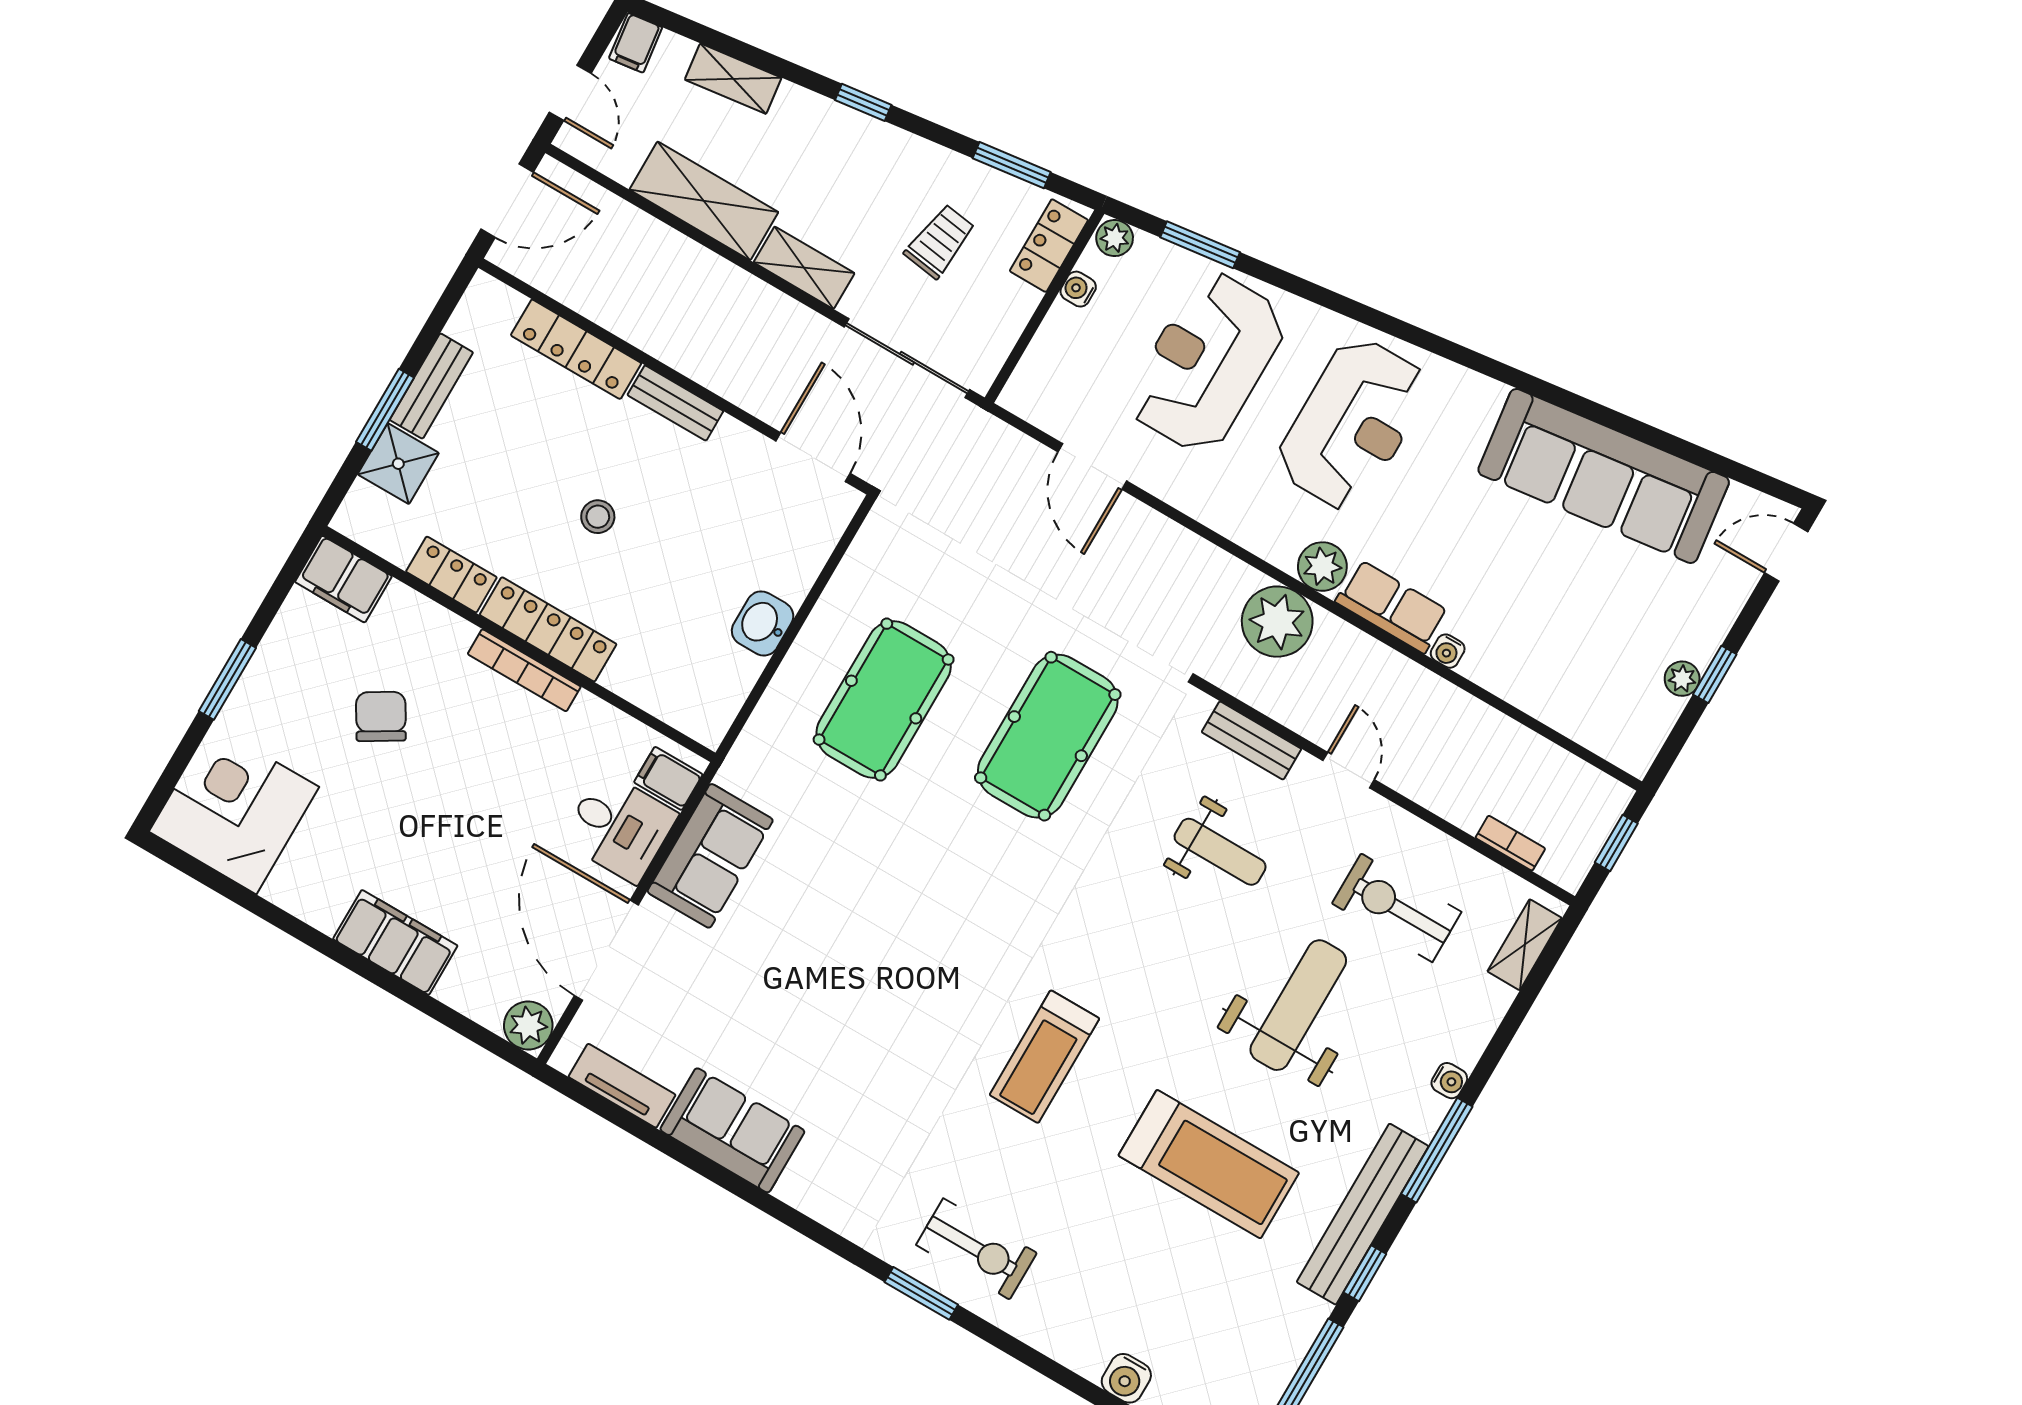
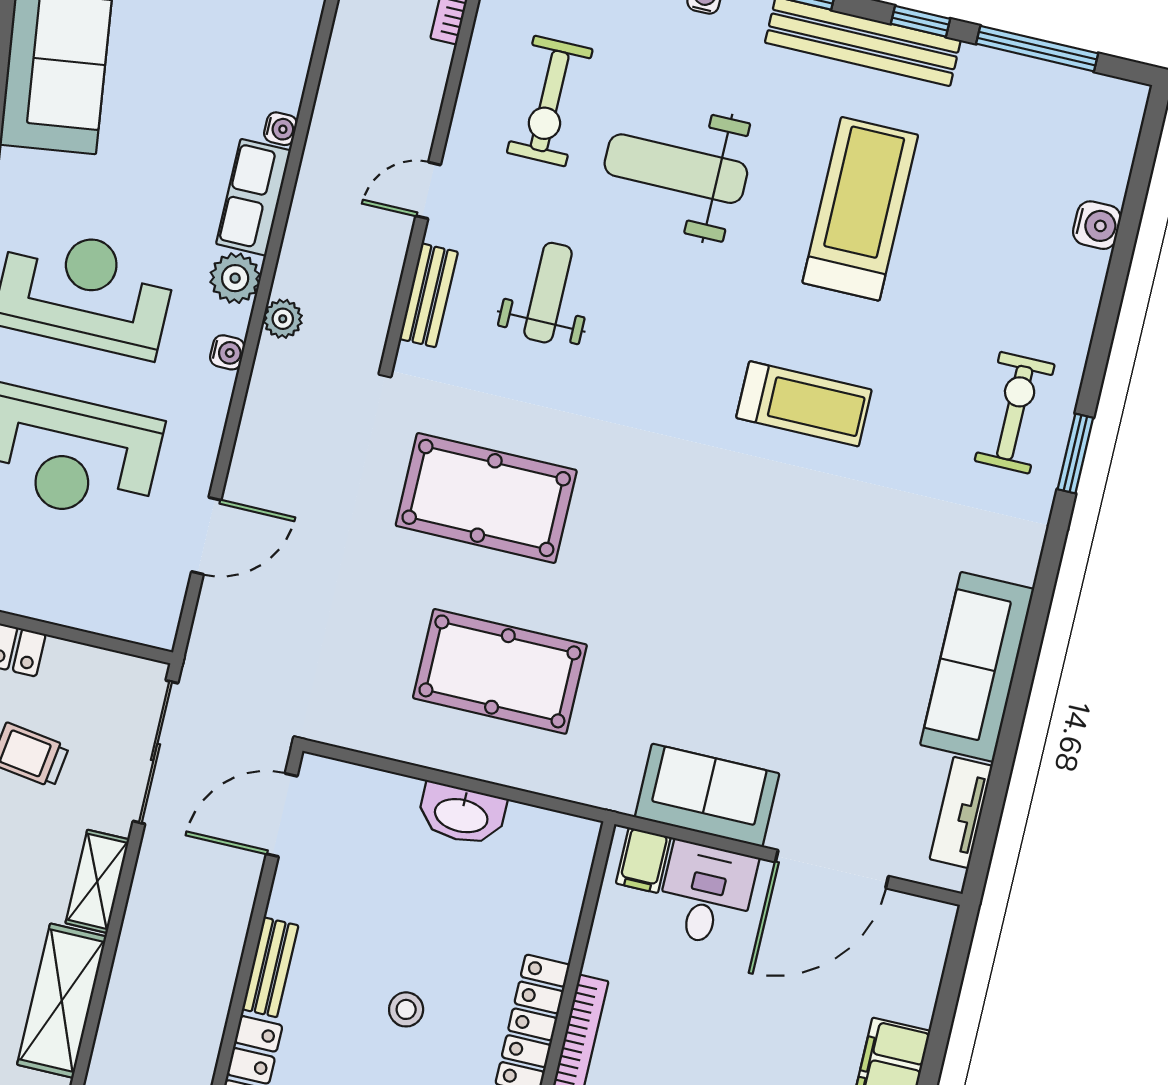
water cooler: (1078, 289) -> (227, 352), moved, turned -90
plant: (1277, 622) -> (283, 319), width x0.53, depth x0.53
washbasin: (763, 623) -> (462, 814), width x1.38
plant: (528, 1026) -> (930, 923), removed
sofa: (732, 1130) -> (977, 667), width x1.36

